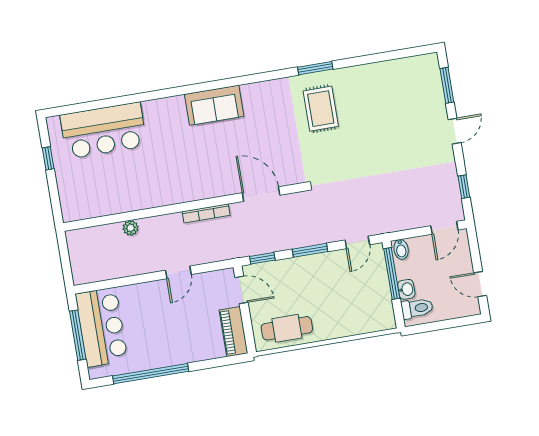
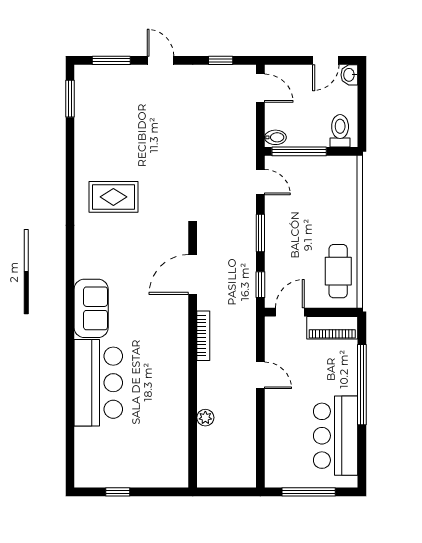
window: (315, 68) -> (70, 99), moved
bar counter: (103, 131) -> (98, 383), moved
washbasin: (406, 289) -> (349, 75), moved, turned -90
bar counter: (101, 327) -> (336, 436), moved, turned -90
window: (151, 374) -> (362, 385), moved

